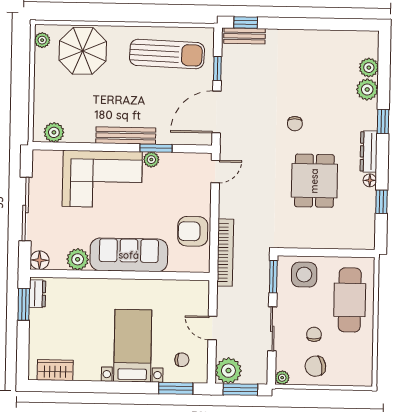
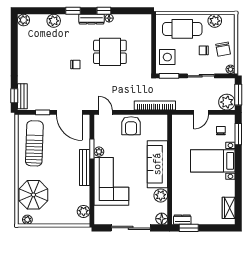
plant: (369, 68) -> (24, 20), moved
window: (382, 202) -> (104, 11), moved
armchair: (193, 231) -> (131, 126), moved
plant: (362, 353) -> (215, 21), added

